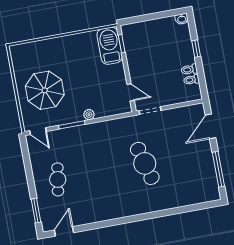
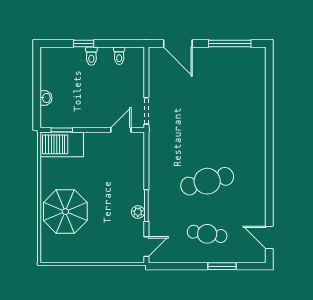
washbasin: (182, 19) -> (46, 98), moved
toilet: (189, 70) -> (91, 56), moved
parasol: (45, 90) -> (65, 212), moved
plant: (89, 115) -> (138, 212), moved
cafe table: (145, 163) -> (207, 181), moved
window: (36, 211) -> (222, 266), moved

